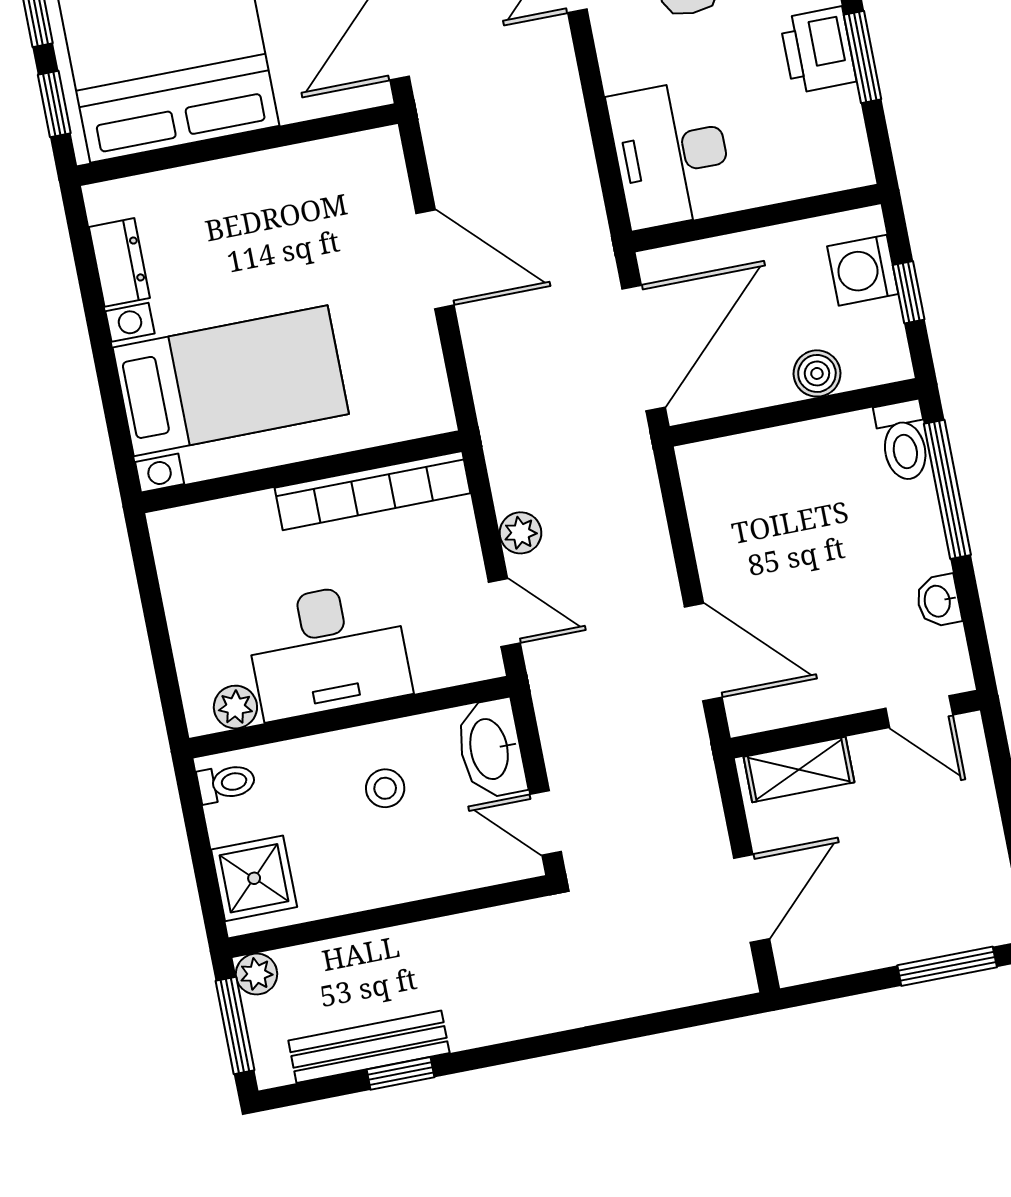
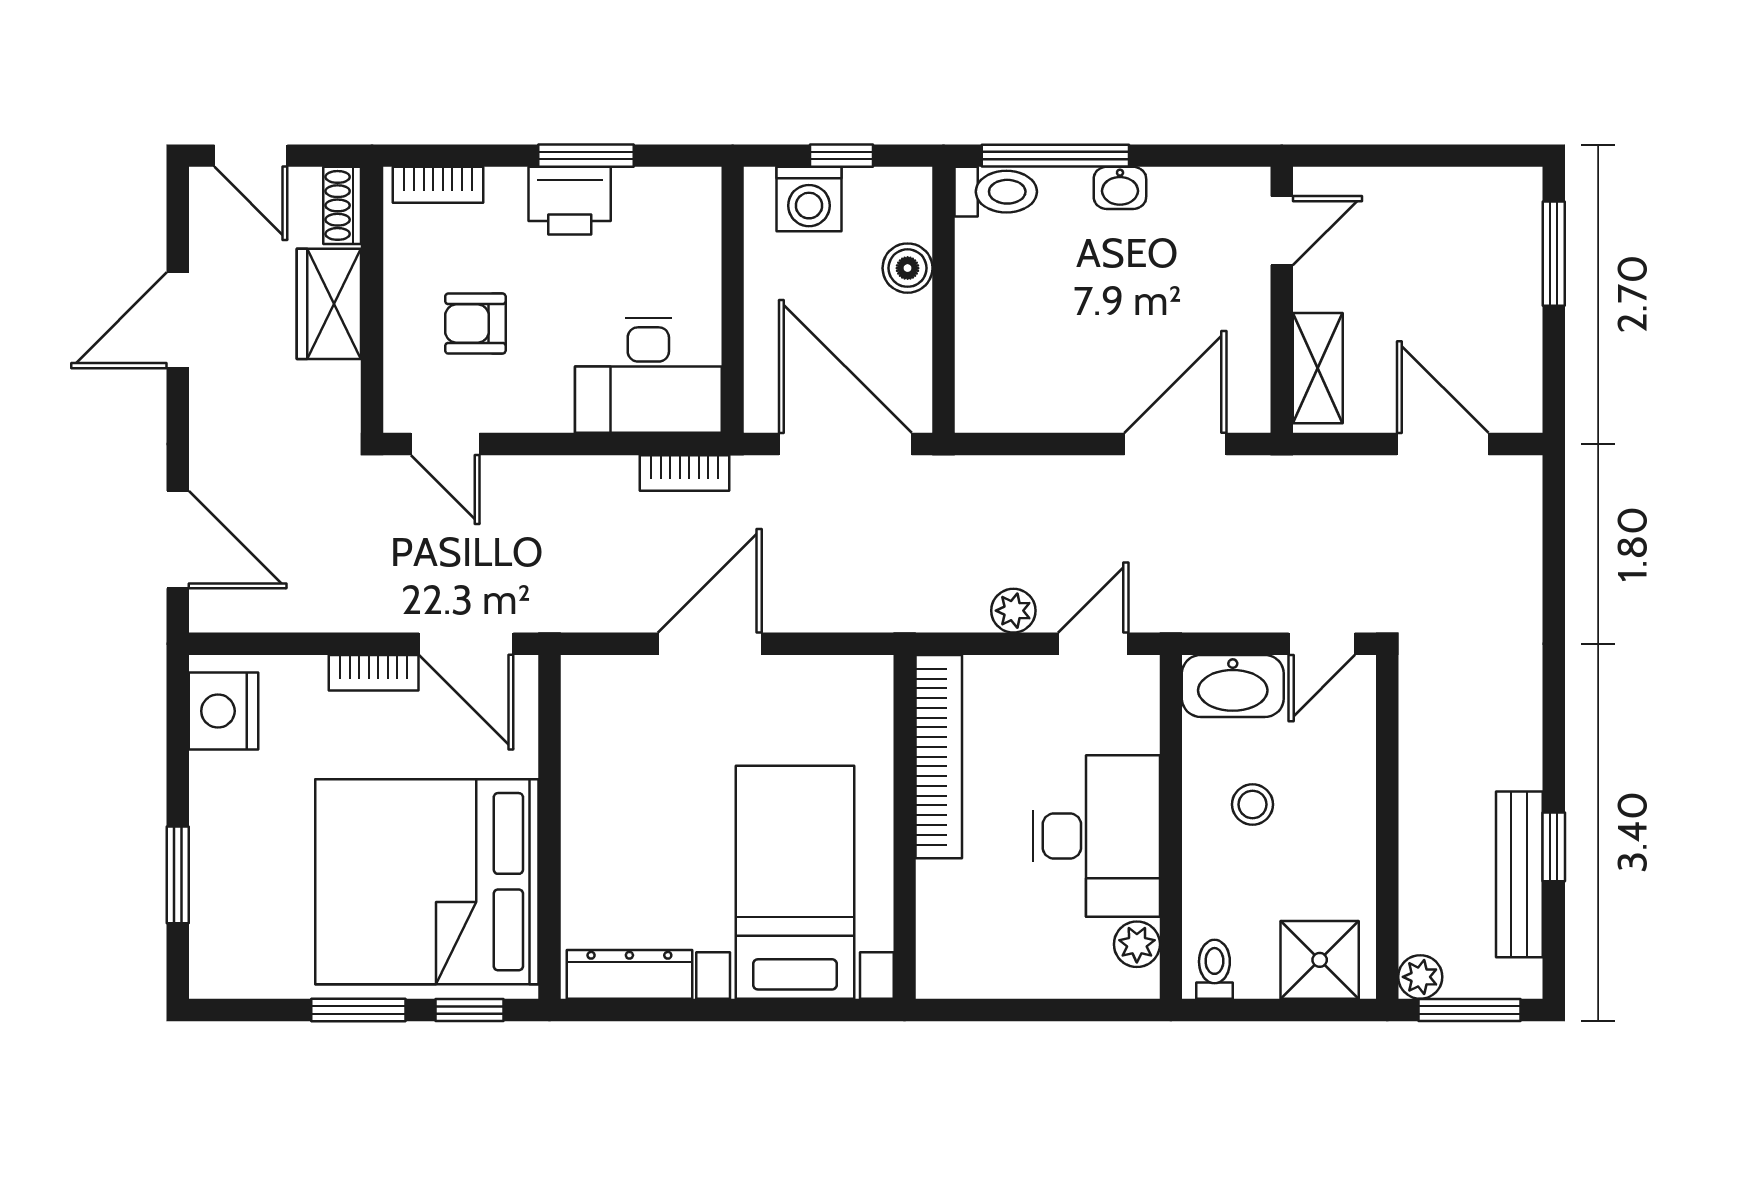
bookcase: (588, 205) -> (684, 473), added
dresser: (119, 262) -> (629, 974), width x1.44
washbasin: (938, 601) -> (1120, 188), moved

